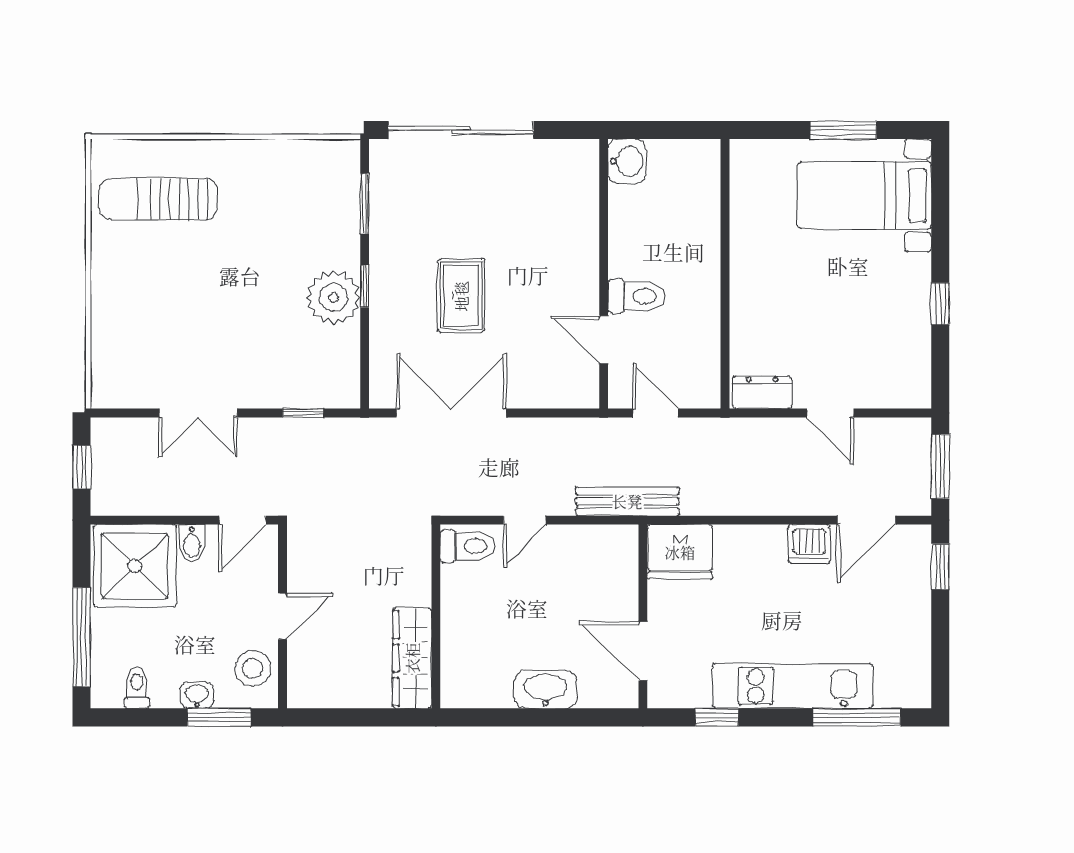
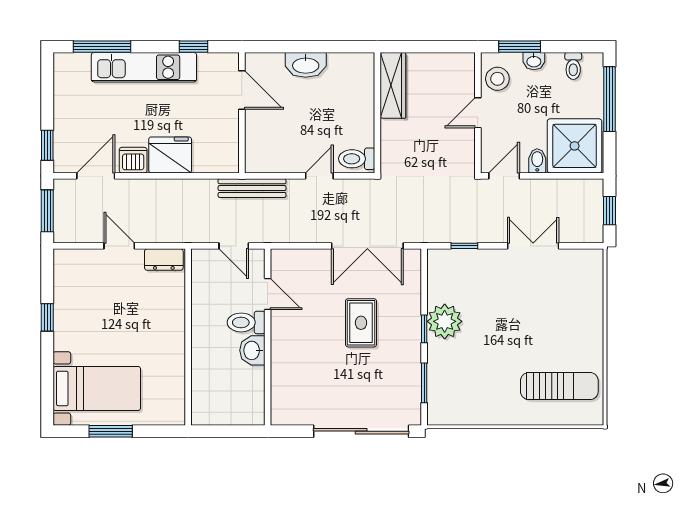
washbasin: (627, 161) -> (252, 350), moved
fridge: (680, 552) -> (170, 155), moved

